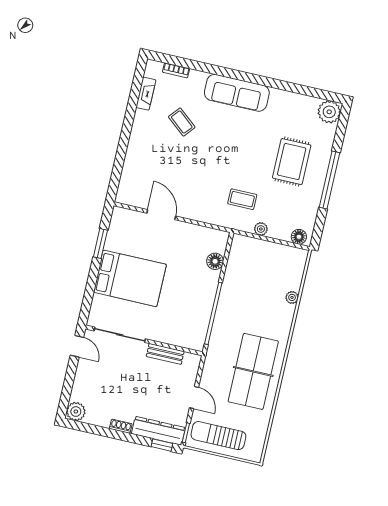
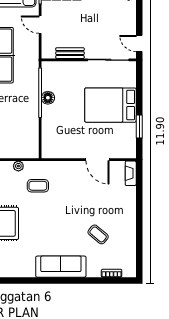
fireplace: (146, 94) -> (131, 173), moved
floor lamp: (215, 261) -> (48, 98), moved

